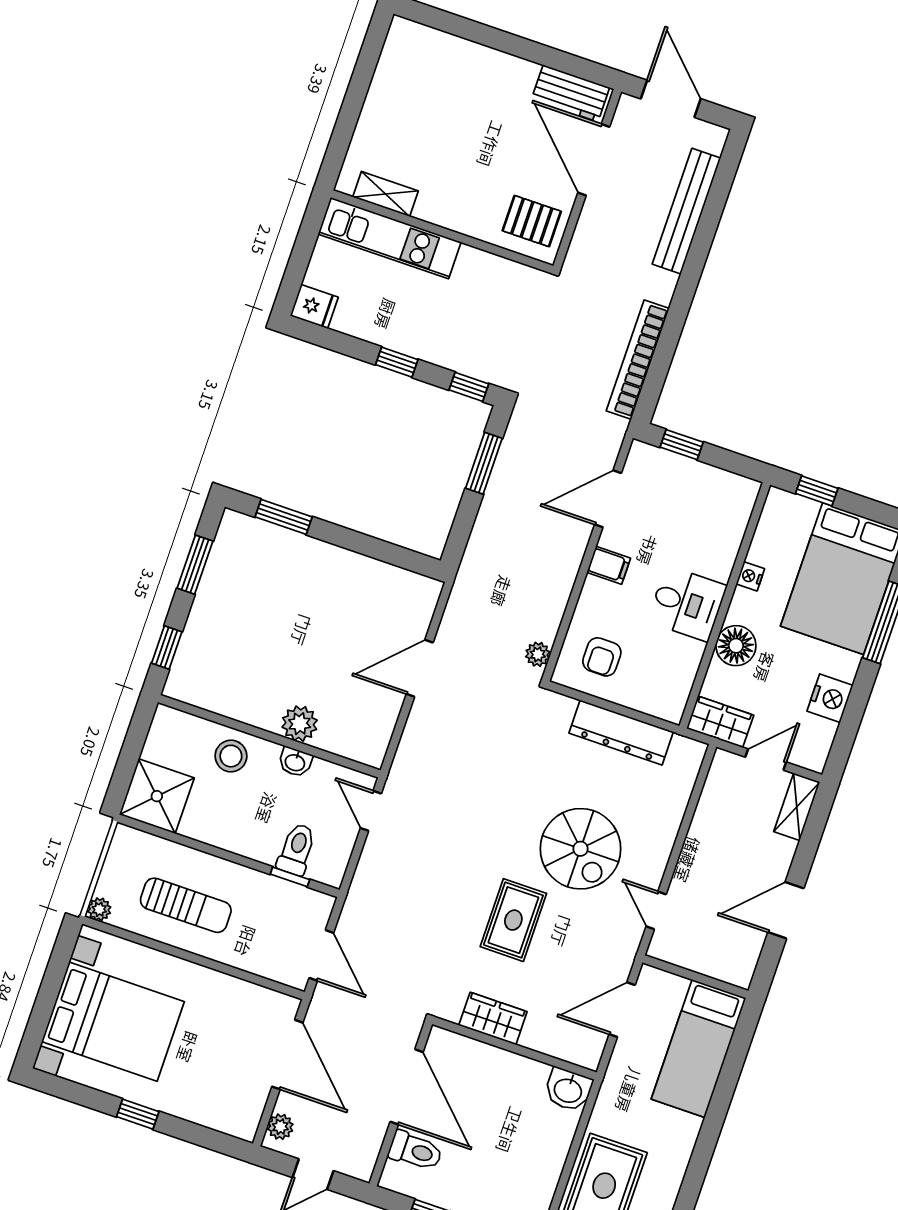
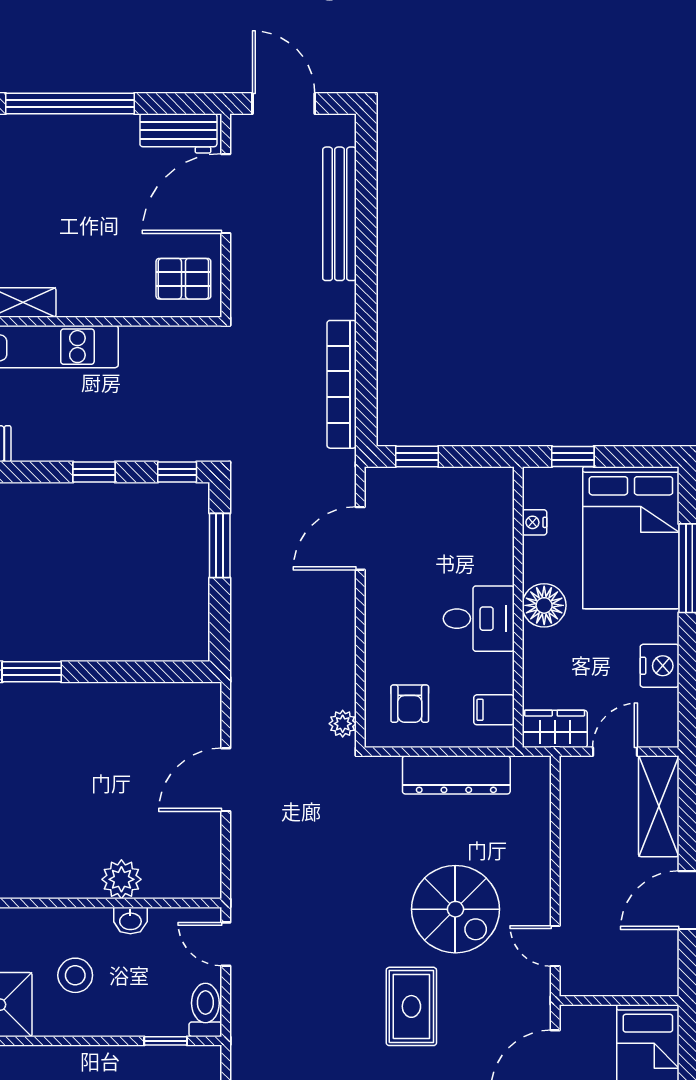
window: (485, 35) -> (70, 103), added
door: (594, 160) -> (226, 194), hinge flipped
filing cabinet: (609, 565) -> (494, 710), moved, turned 180
nightstand: (750, 576) -> (534, 522), moved
floor lamp: (736, 646) -> (544, 605), moved
stool: (231, 756) -> (75, 975), moved
shelving: (797, 807) -> (659, 806), width x1.50, depth x1.33
toilet: (297, 849) -> (205, 1010), moved

